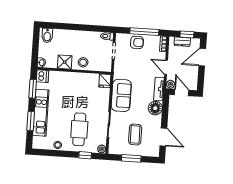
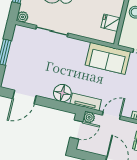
fridge: (105, 81) -> (111, 23), moved
sofa: (121, 95) -> (108, 58), moved
coffee table: (135, 134) -> (34, 62), removed

